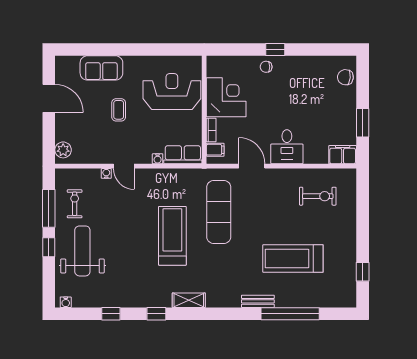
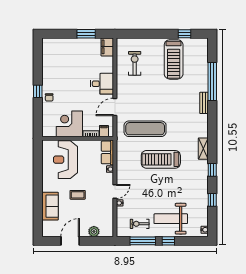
chair: (345, 77) -> (56, 45), removed
plant: (63, 150) -> (94, 231), moved
treadmill: (293, 259) -> (174, 59), moved

